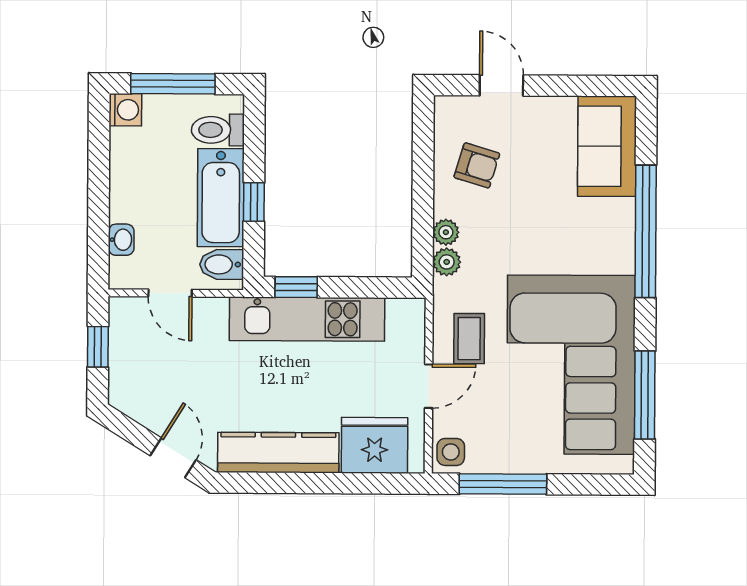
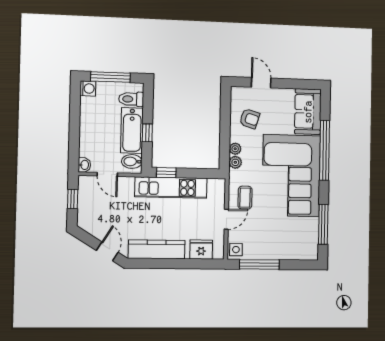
washbasin: (121, 240) -> (84, 165), moved
corner sofa: (571, 365) -> (291, 176), moved
fridge: (375, 445) -> (201, 250), width x0.73, depth x0.75

